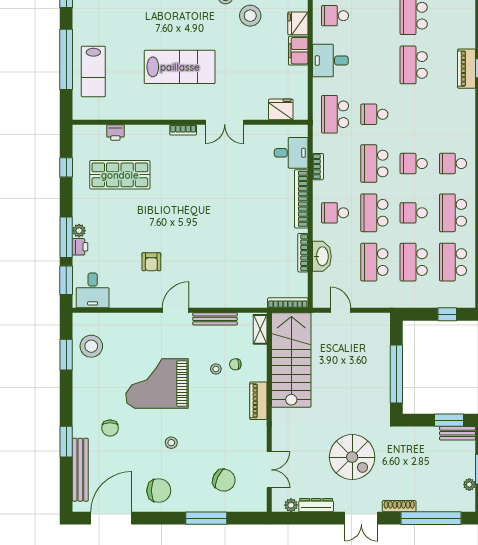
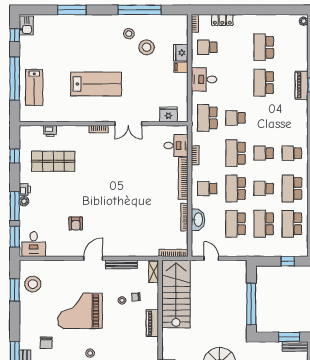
filing cabinet: (298, 51) -> (181, 67), width x0.50
printer: (80, 247) -> (25, 190), moved

